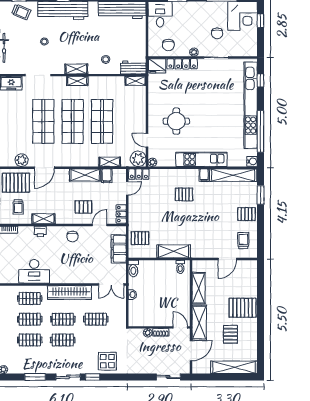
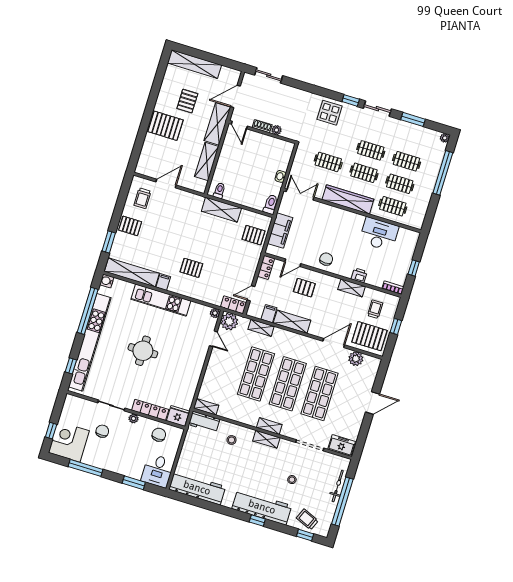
round table: (176, 121) -> (143, 351), moved

